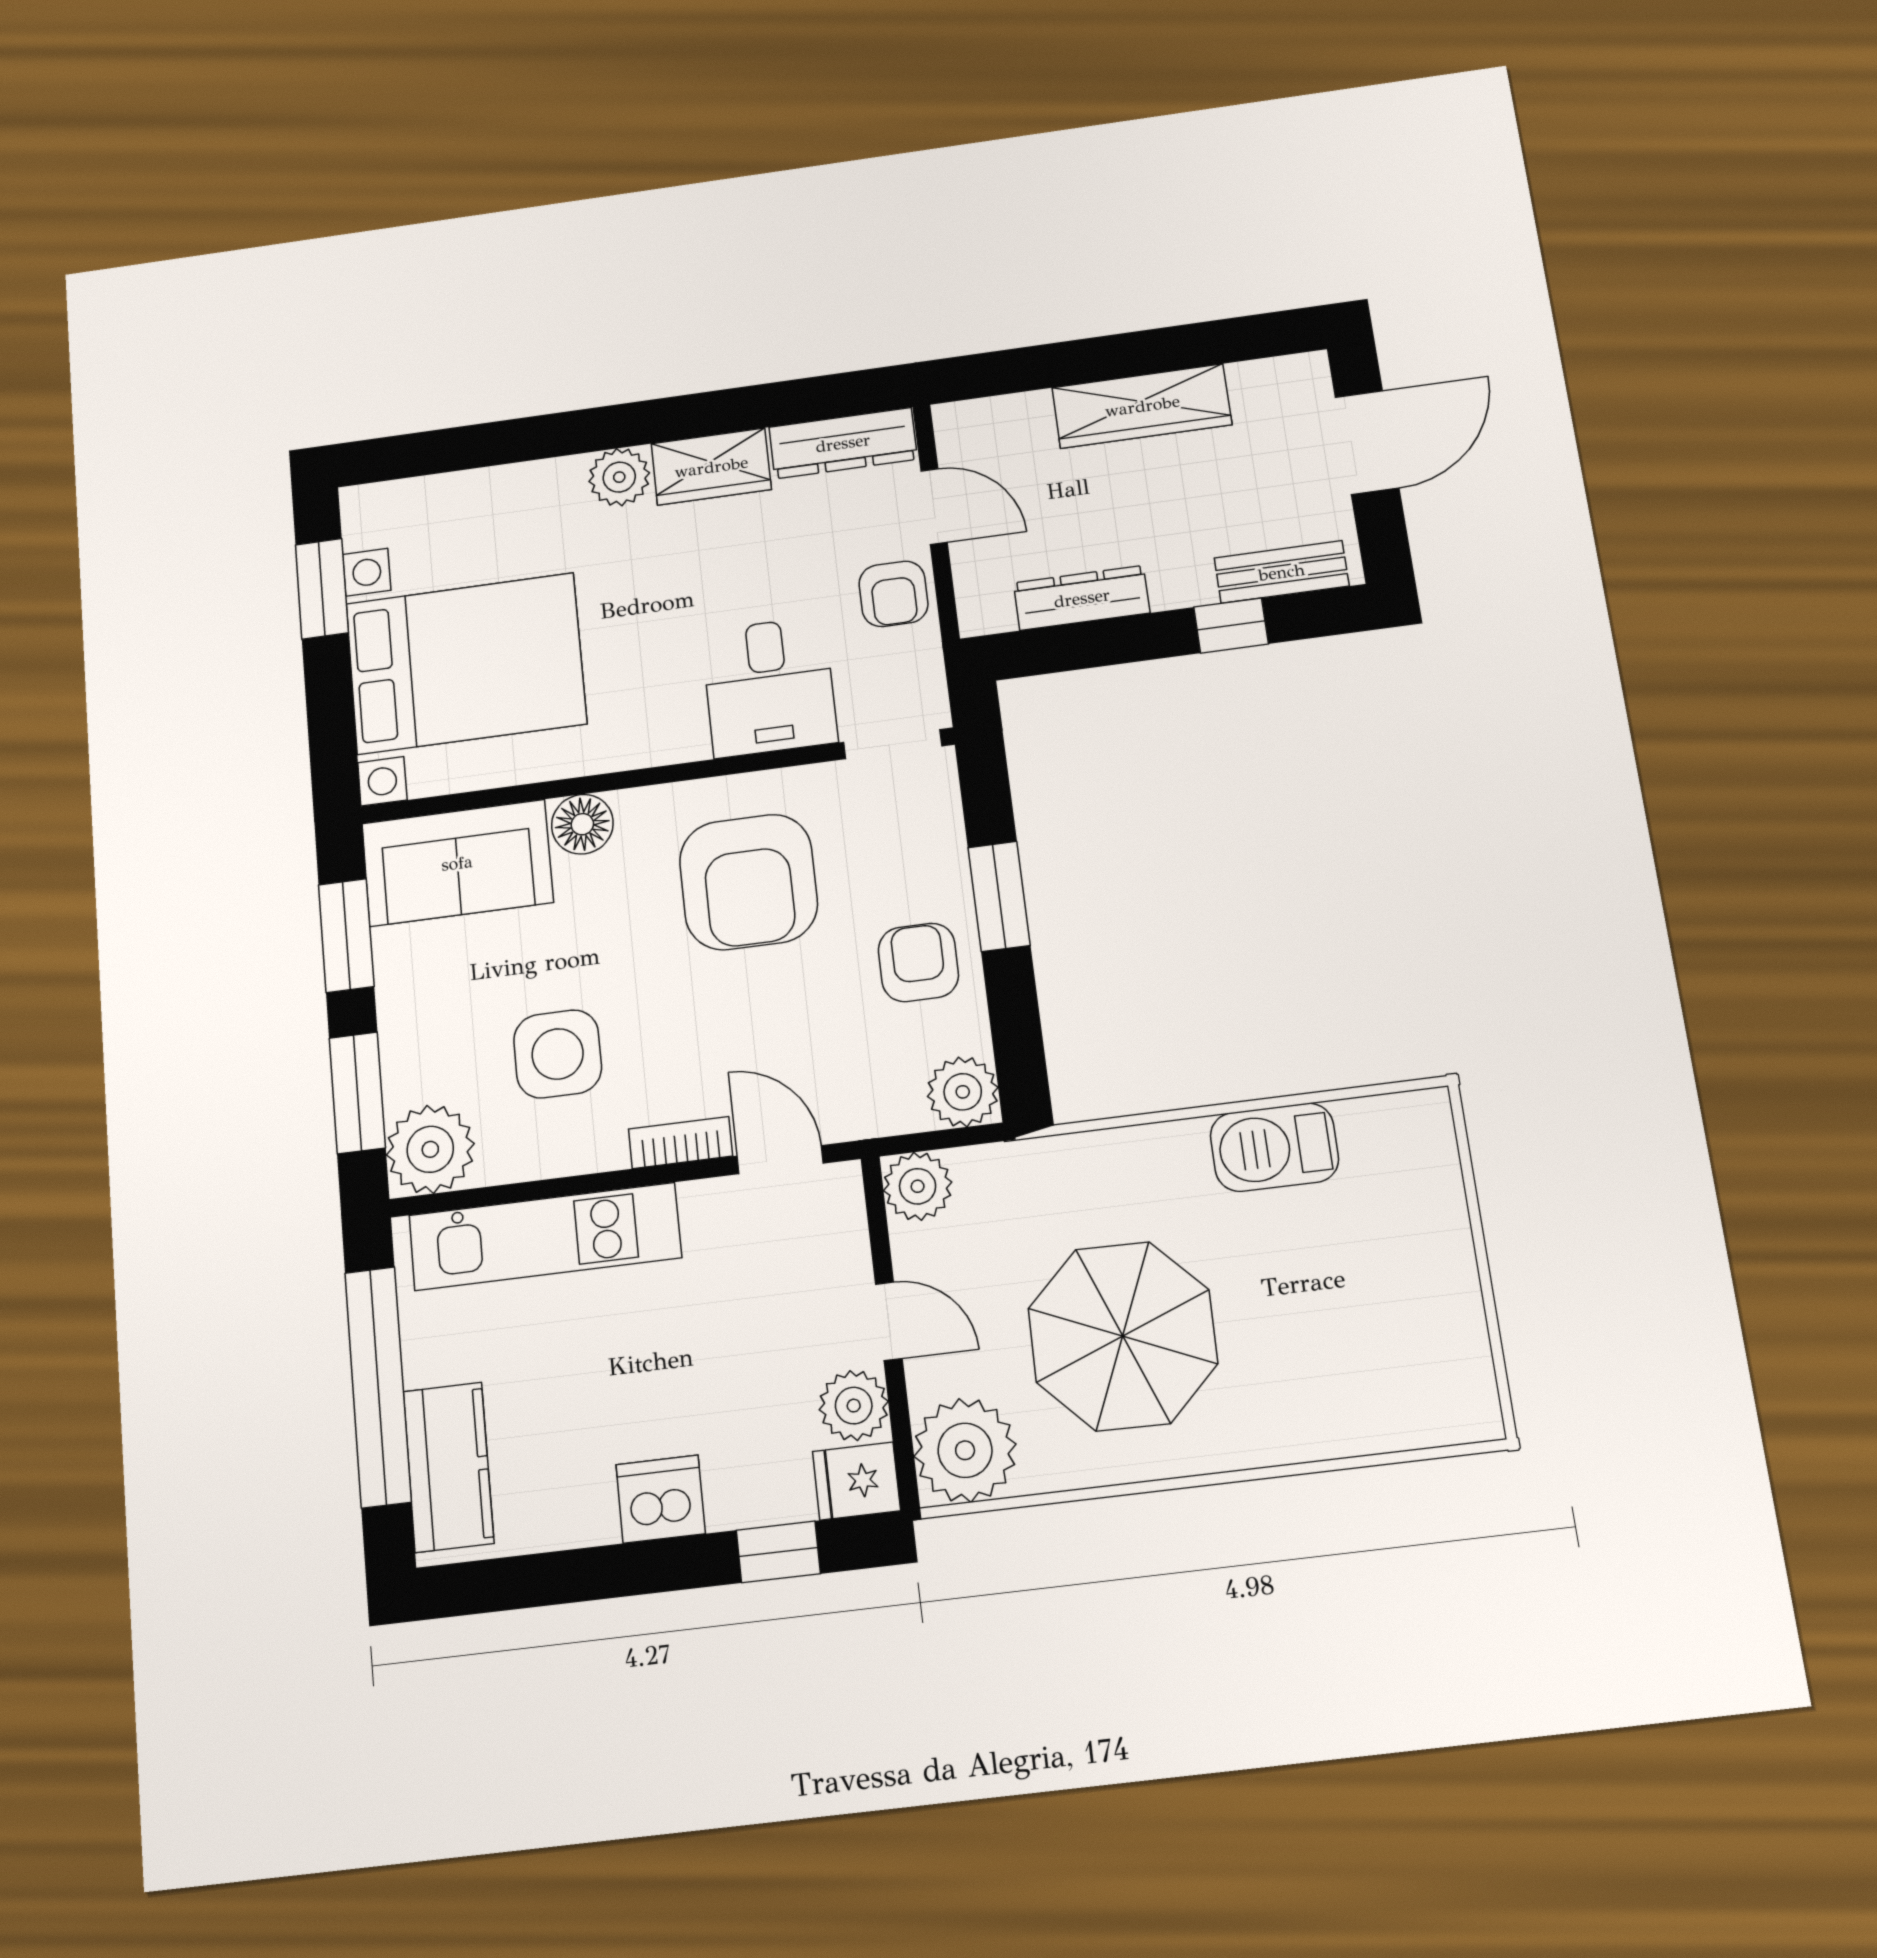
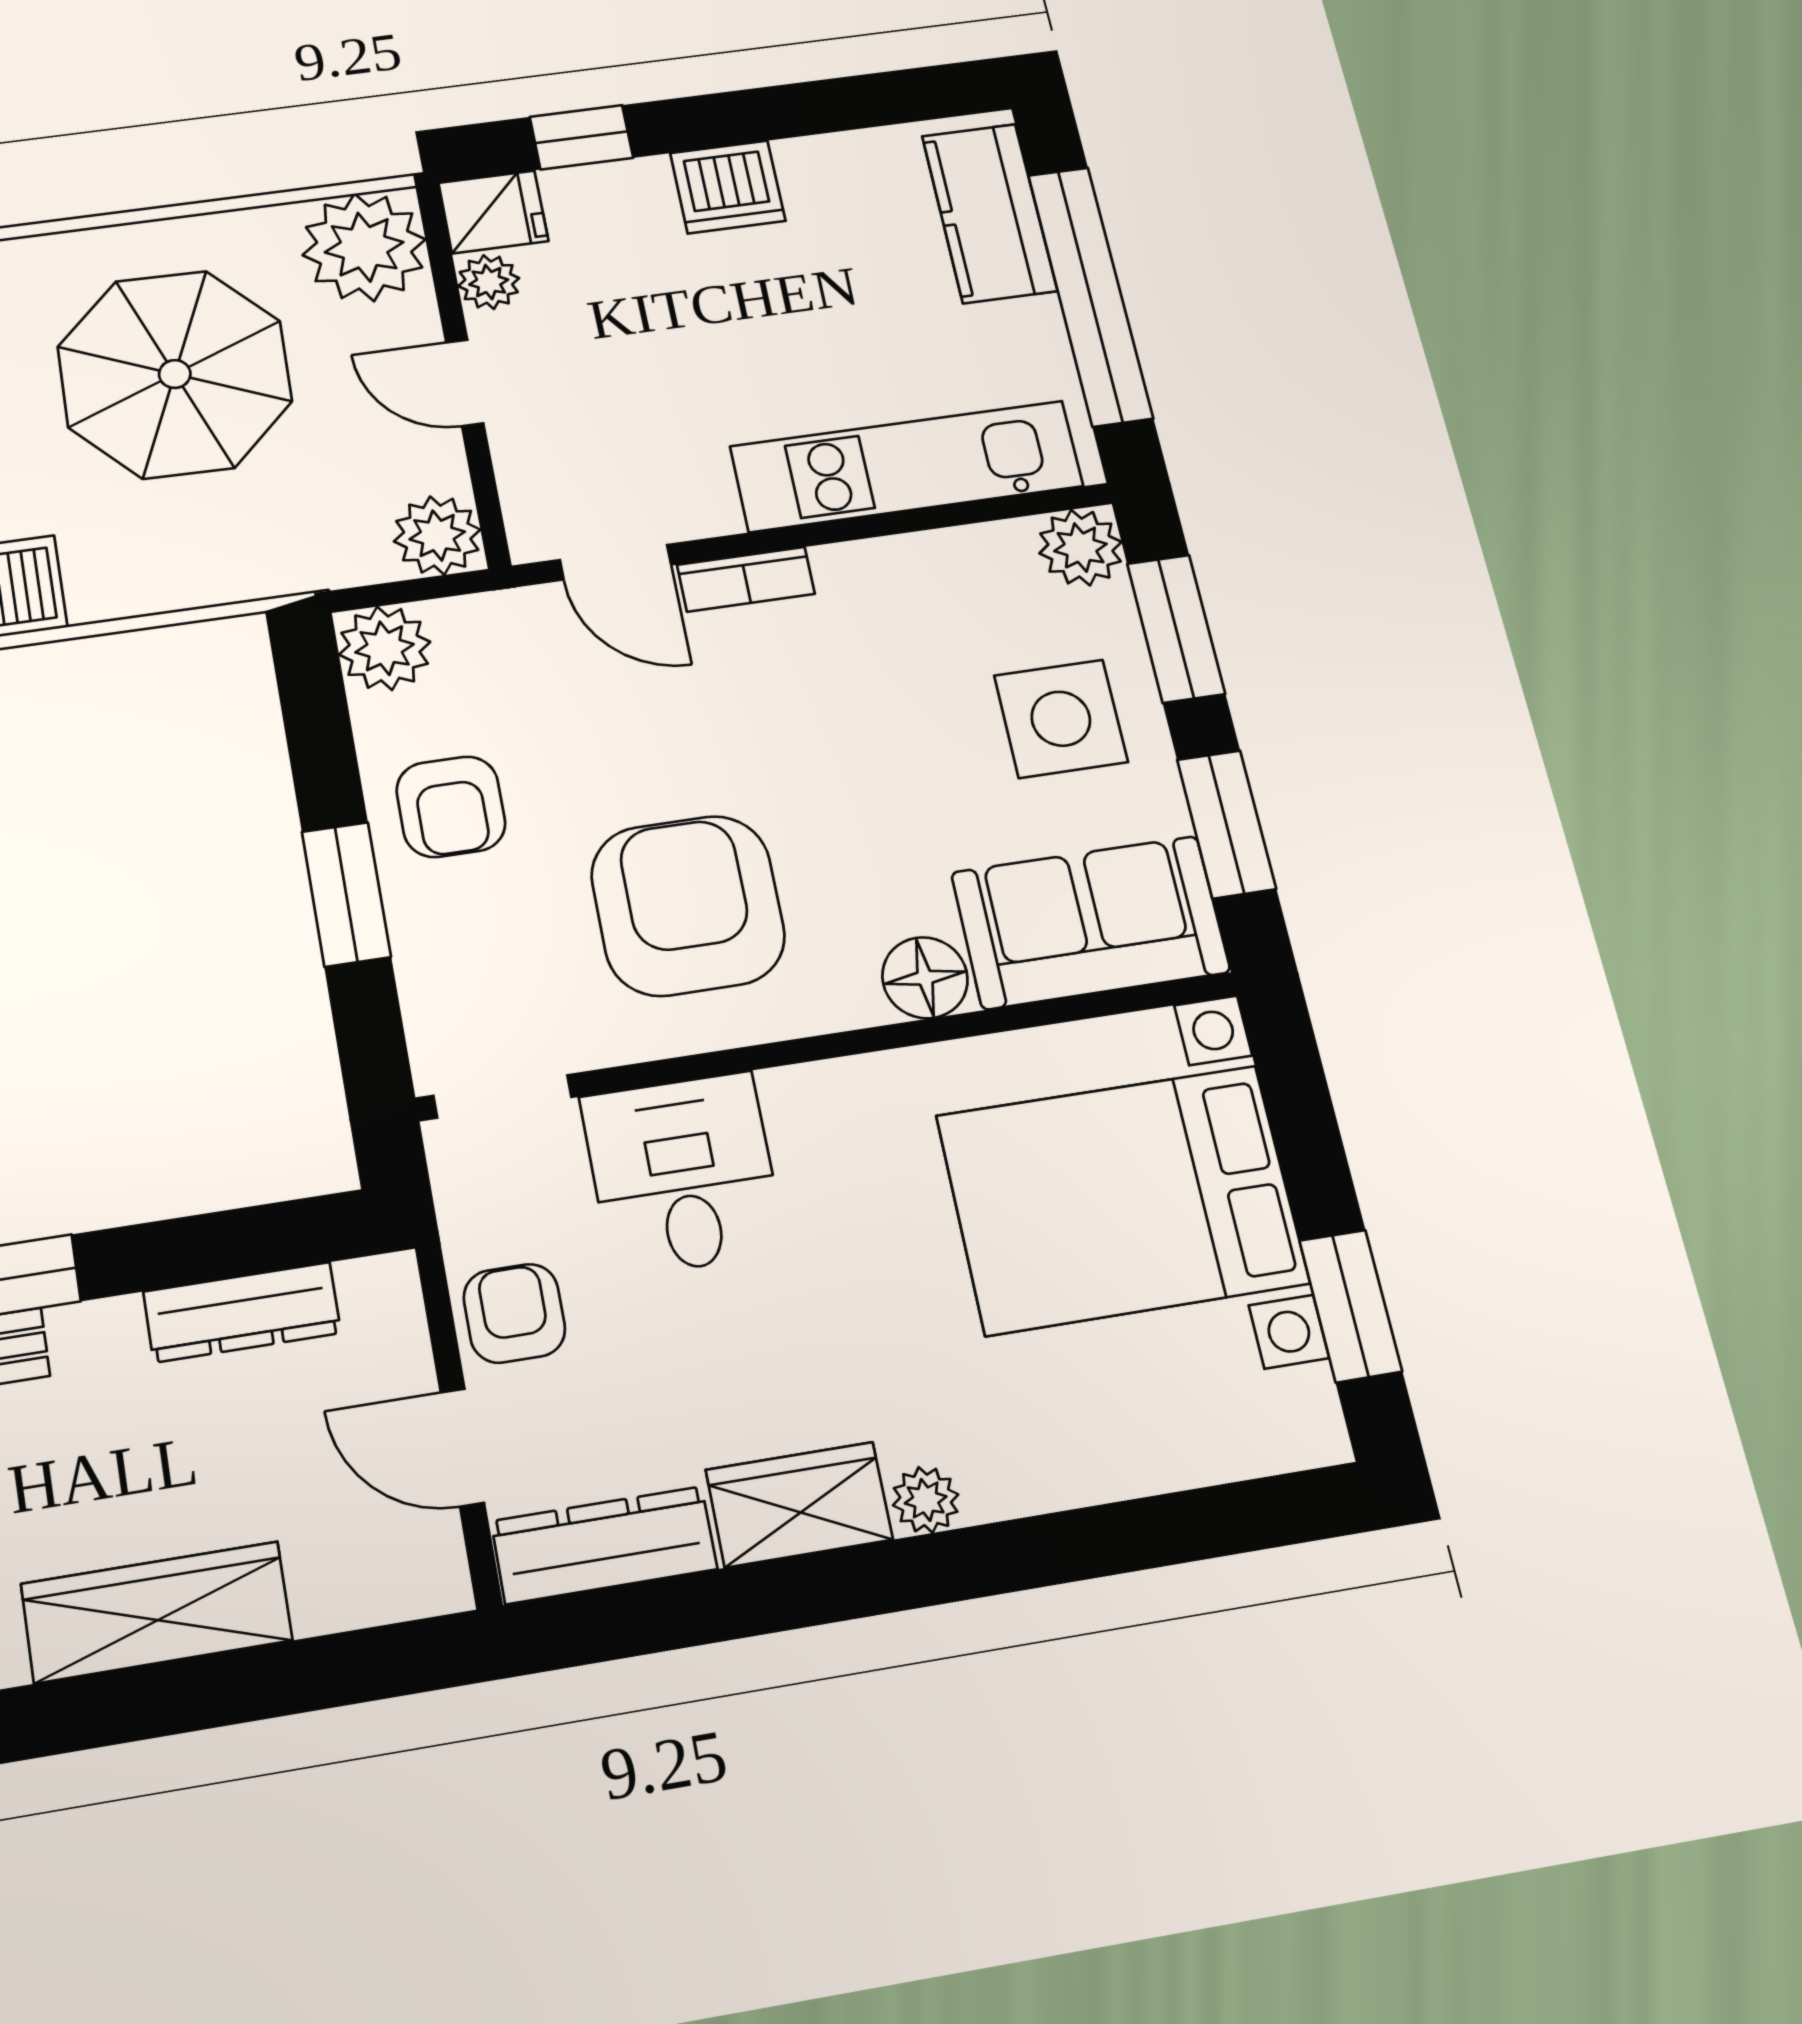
plant: (619, 477) -> (926, 1500), width x0.73, depth x0.73
side table: (558, 1054) -> (1061, 719), moved
plant: (430, 1149) -> (1080, 548), width x0.73, depth x0.73
plant: (854, 1406) -> (489, 282), width x0.73, depth x0.73

